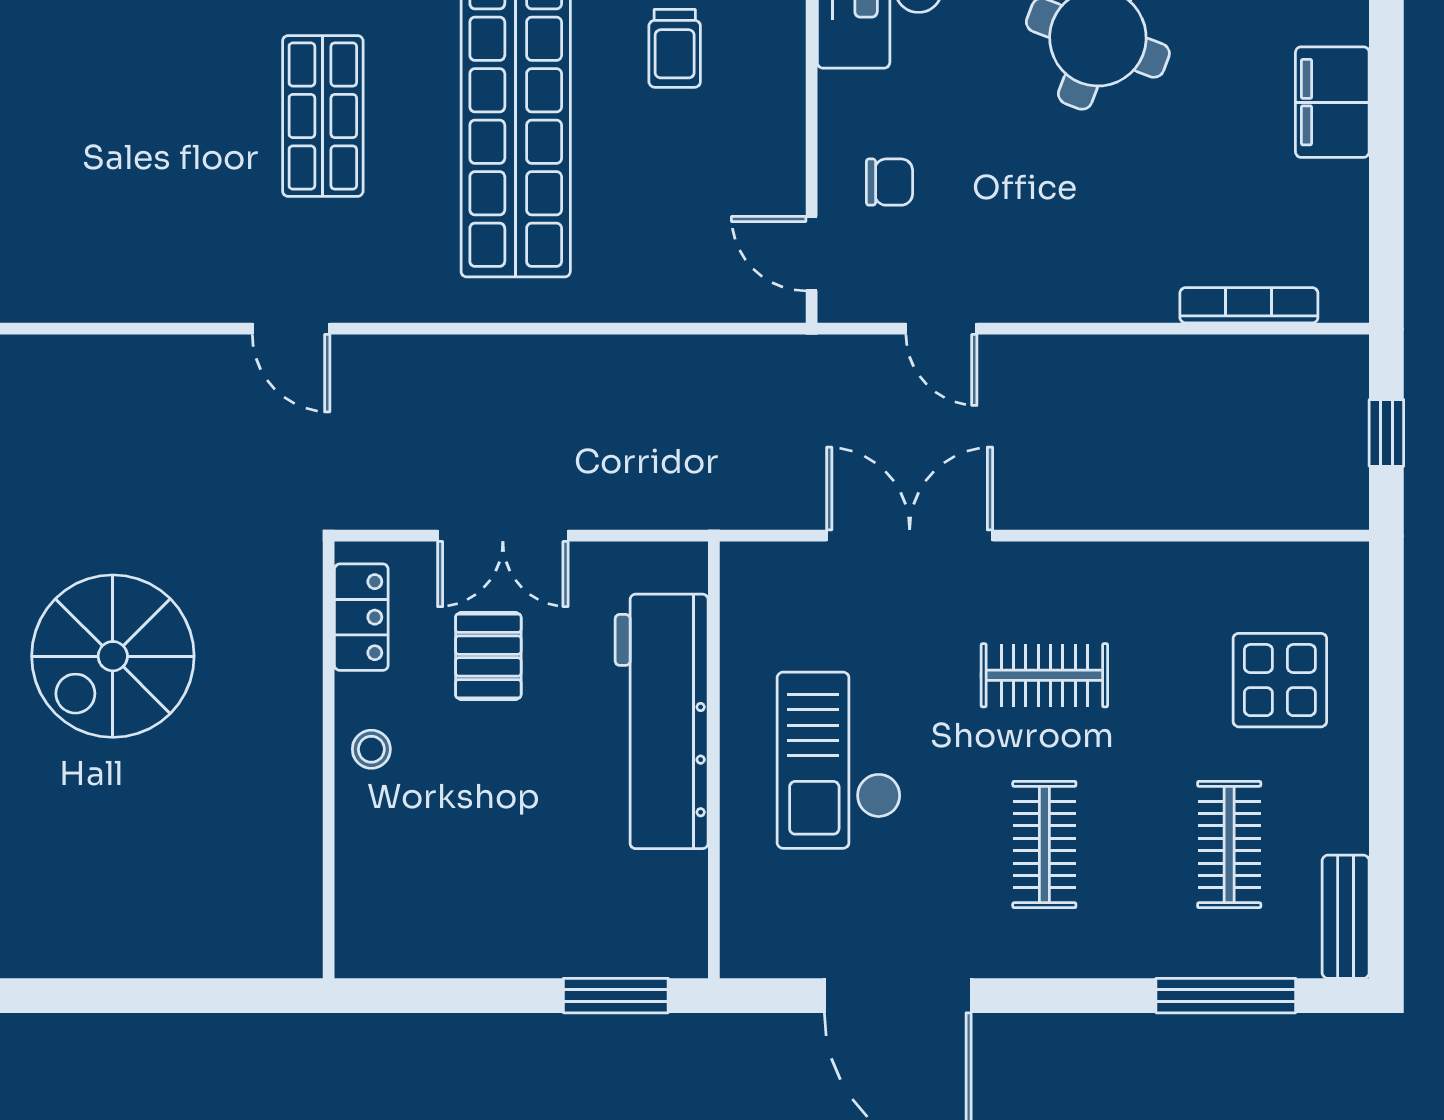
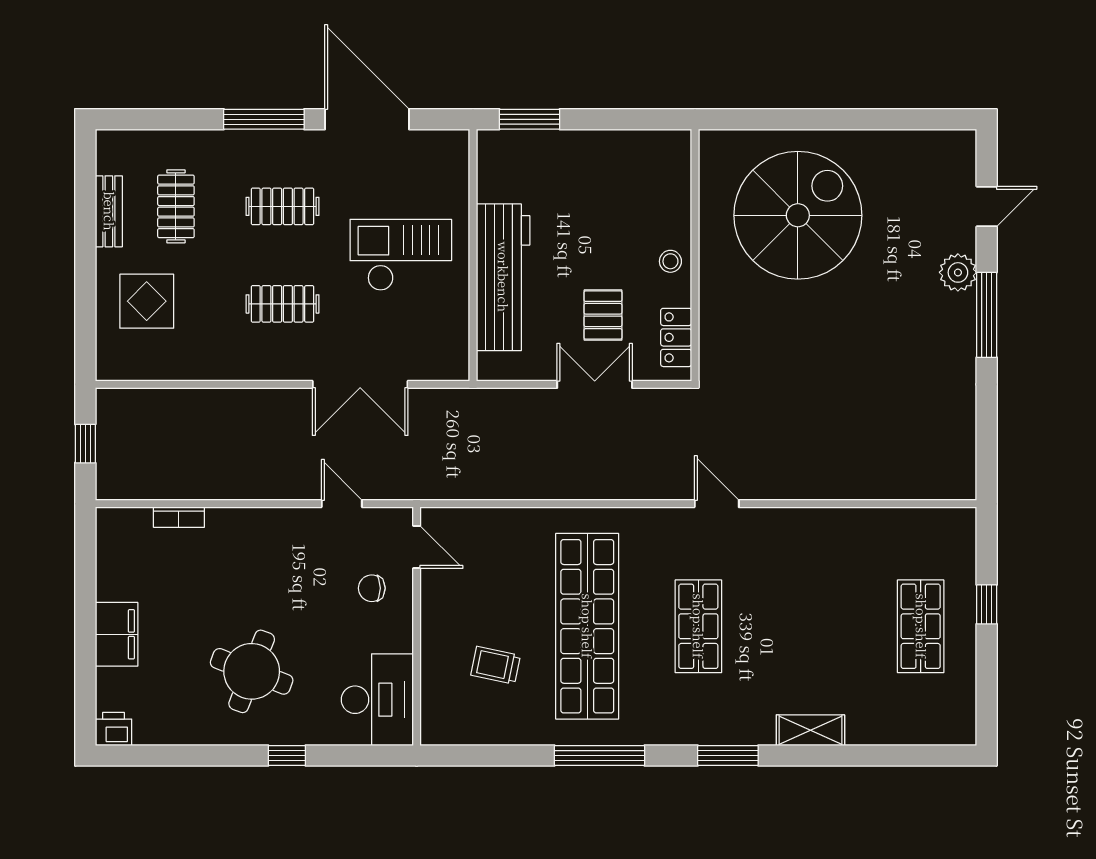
trolley: (675, 48) -> (496, 665), turned -78
bookcase: (1249, 305) -> (179, 517), width x0.64
spiral stairs: (113, 656) -> (798, 215), moved, width x1.37, depth x1.37
checkout: (839, 760) -> (401, 255), turned -90
clothes rail: (1044, 845) -> (282, 206), turned 90
bench: (1346, 917) -> (109, 211), moved
window: (1226, 996) -> (264, 119), moved

